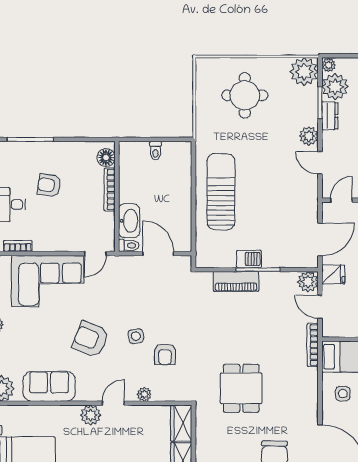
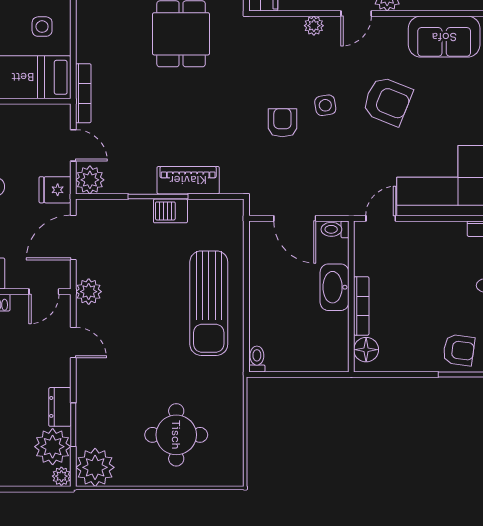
plant: (309, 136) -> (89, 292), moved
toilet: (155, 151) -> (257, 359), moved
armchair: (49, 185) -> (459, 350), moved
washbasin: (129, 221) -> (335, 287), moved
armchair: (165, 354) -> (282, 123), moved

